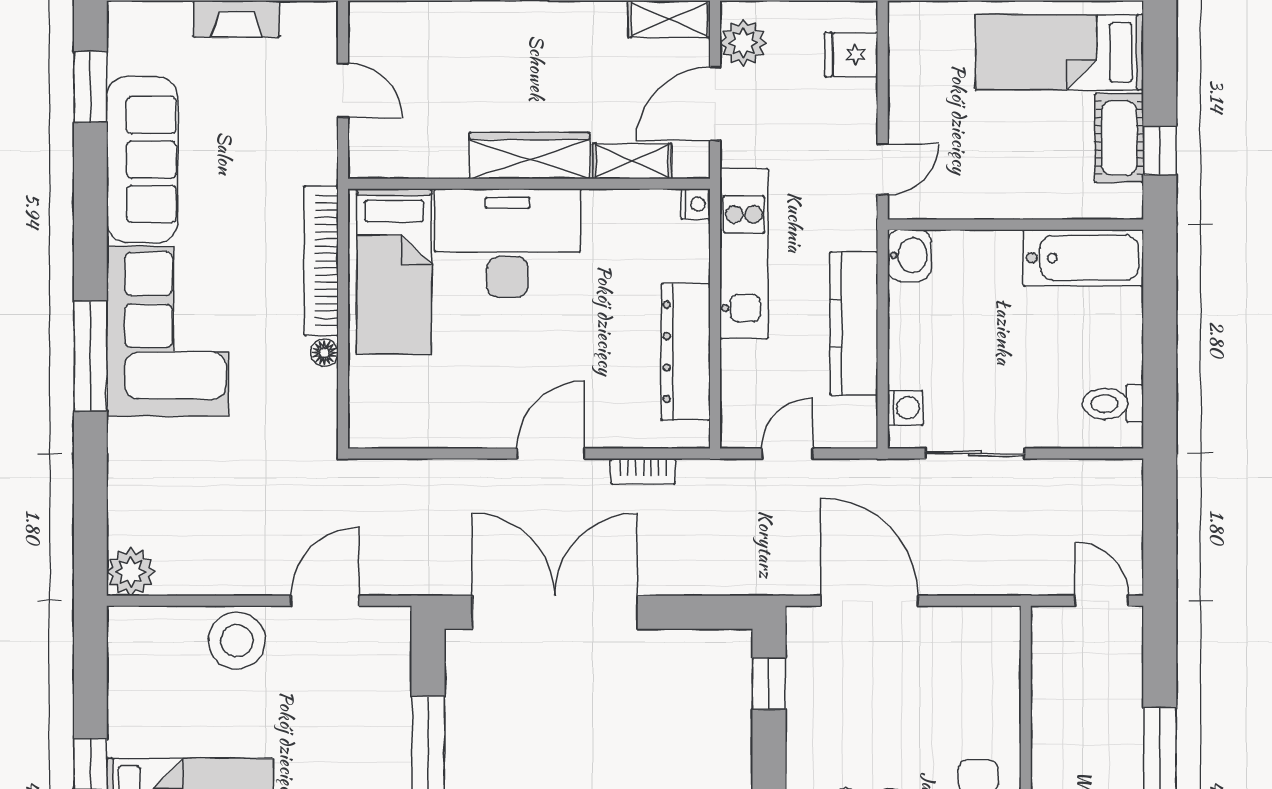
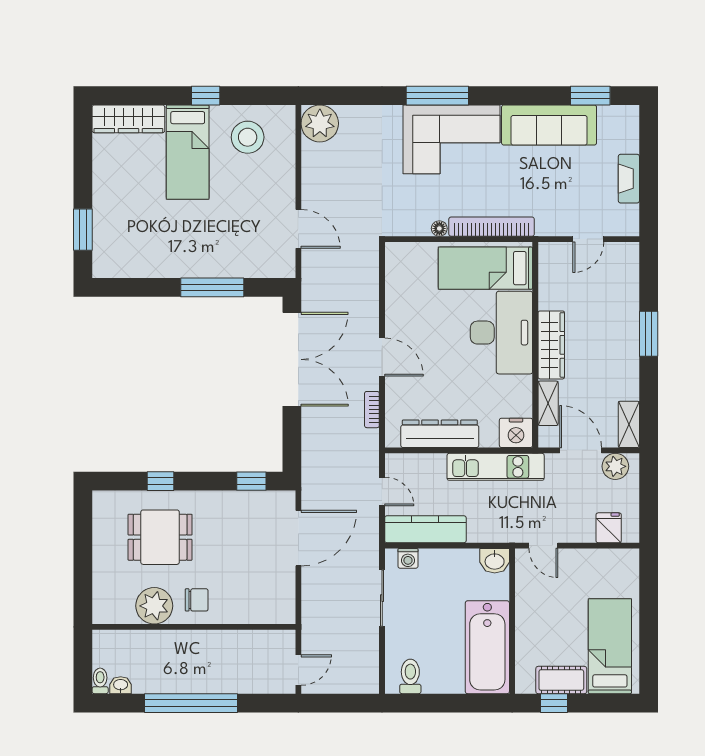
nightstand: (696, 204) -> (516, 433), width x1.89, depth x1.79
bathtub: (1083, 258) -> (487, 647), width x1.36, depth x1.36
kitchen counter: (854, 323) -> (425, 529), moved
plant: (131, 572) -> (320, 123), width x1.36, depth x1.36
stool: (237, 641) -> (248, 137), moved

